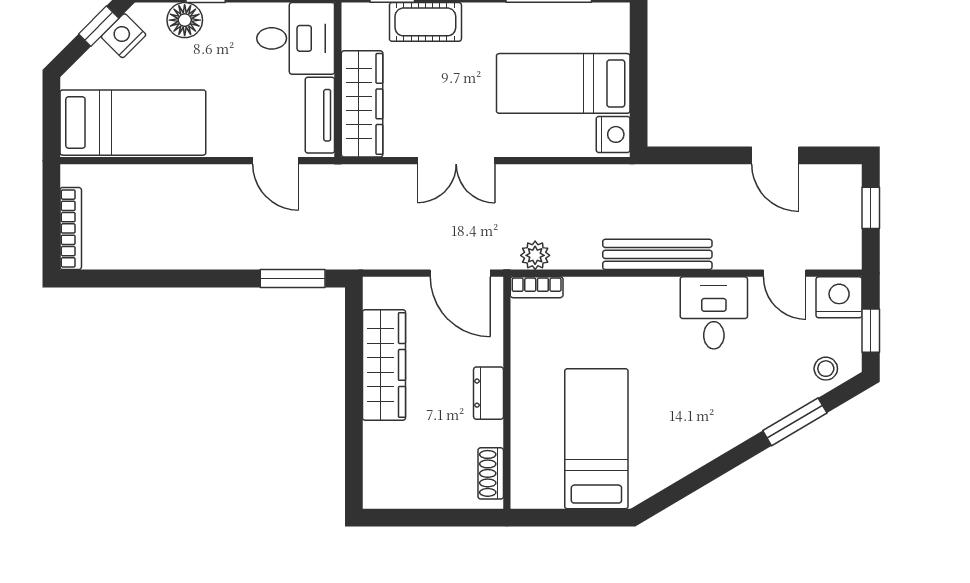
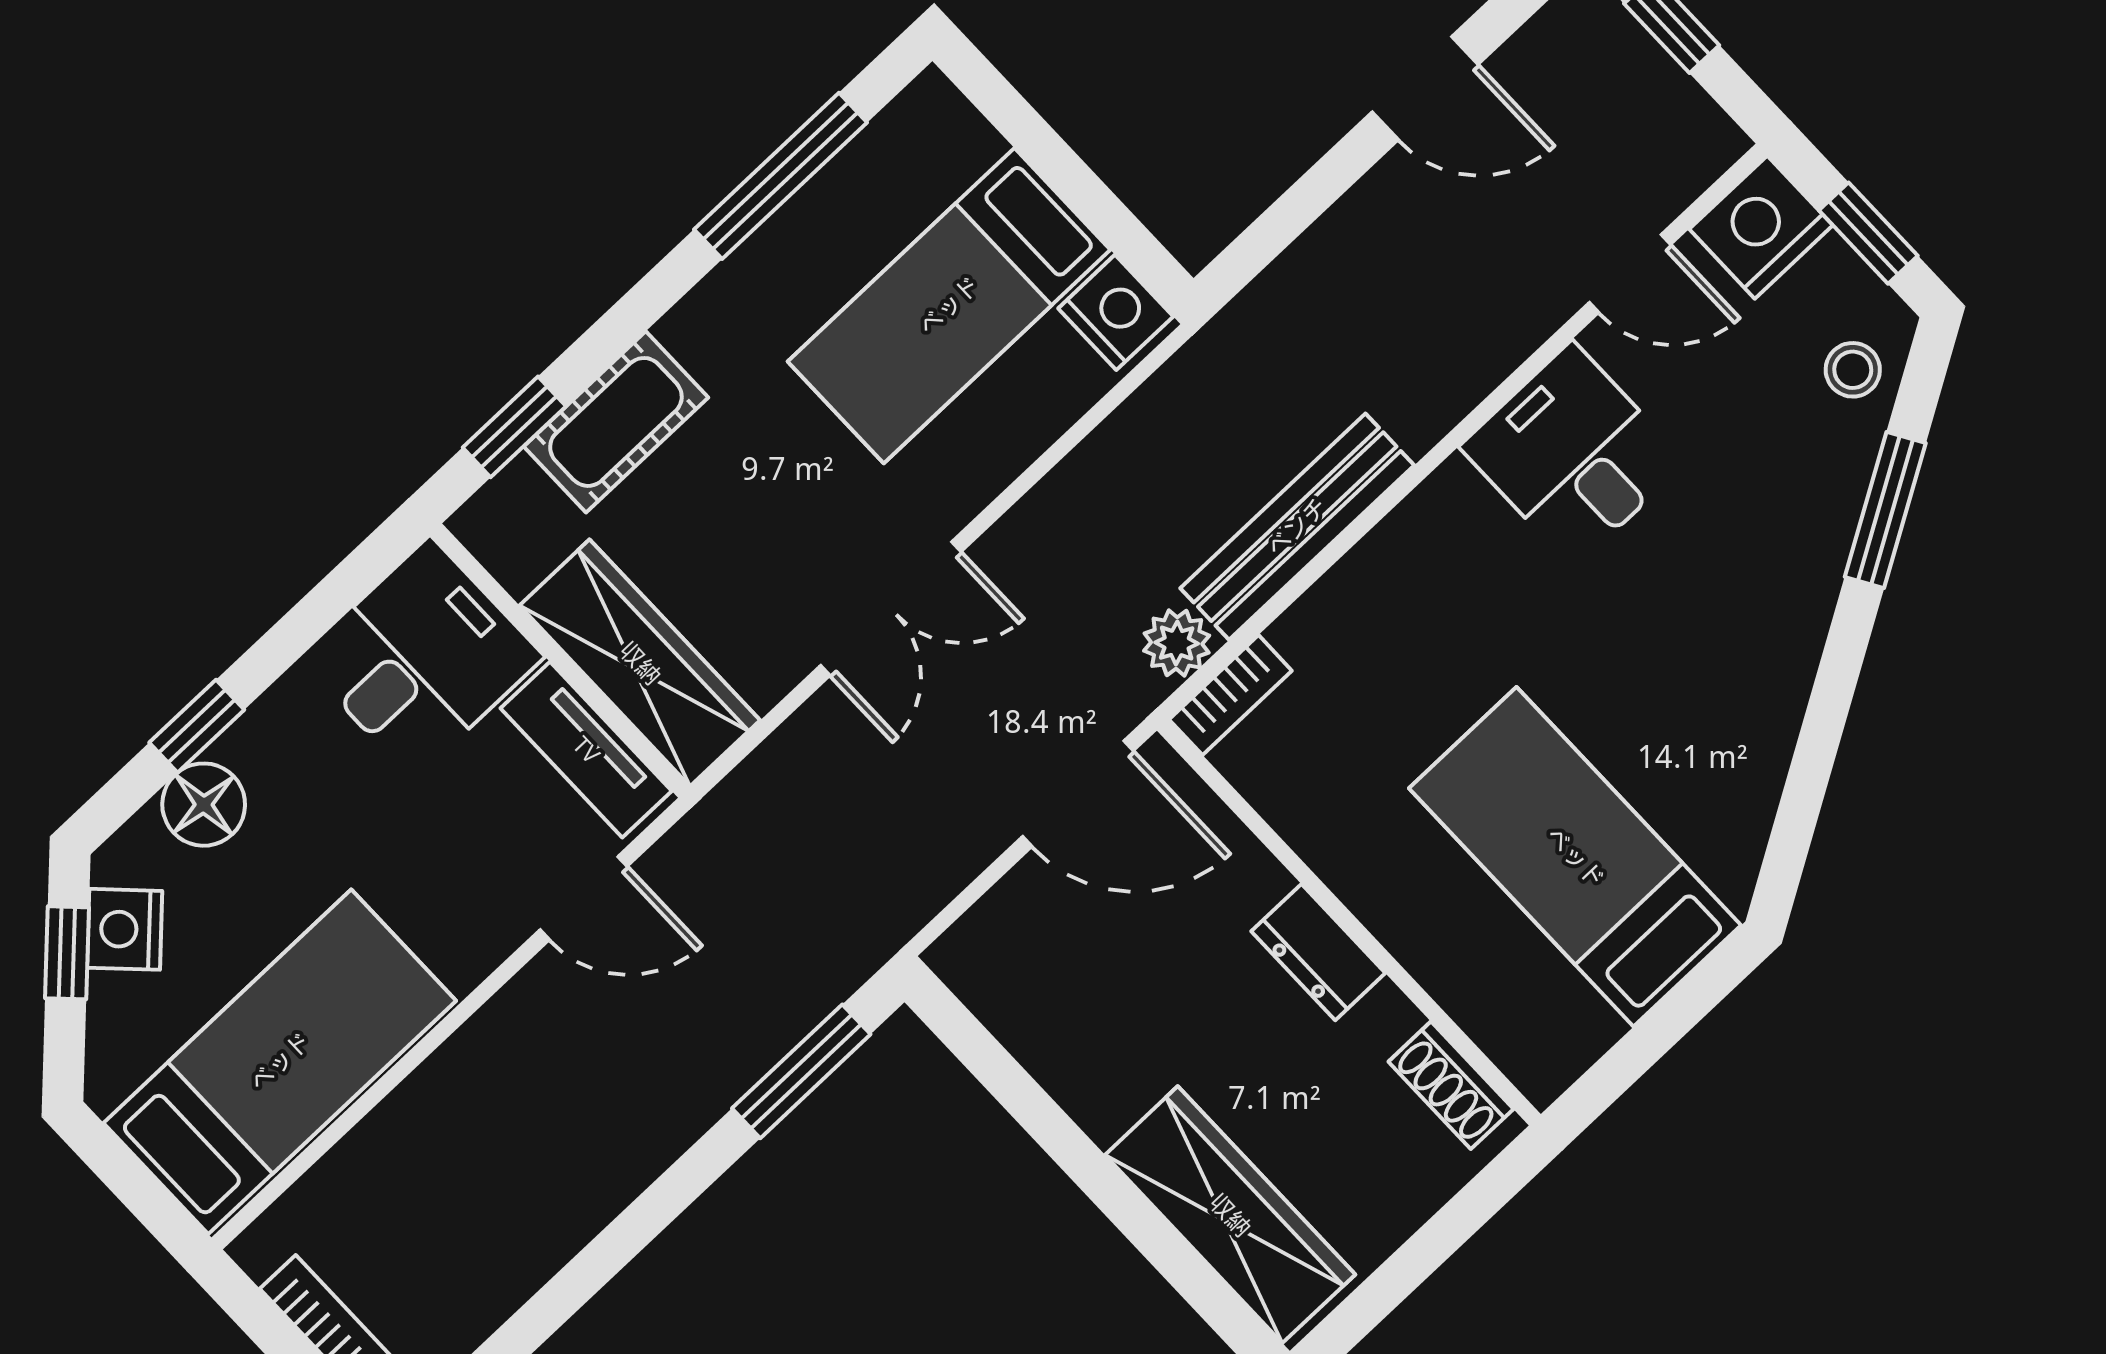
bench: (657, 254) -> (1297, 527), moved
wardrobe: (384, 365) -> (1230, 1215), moved

